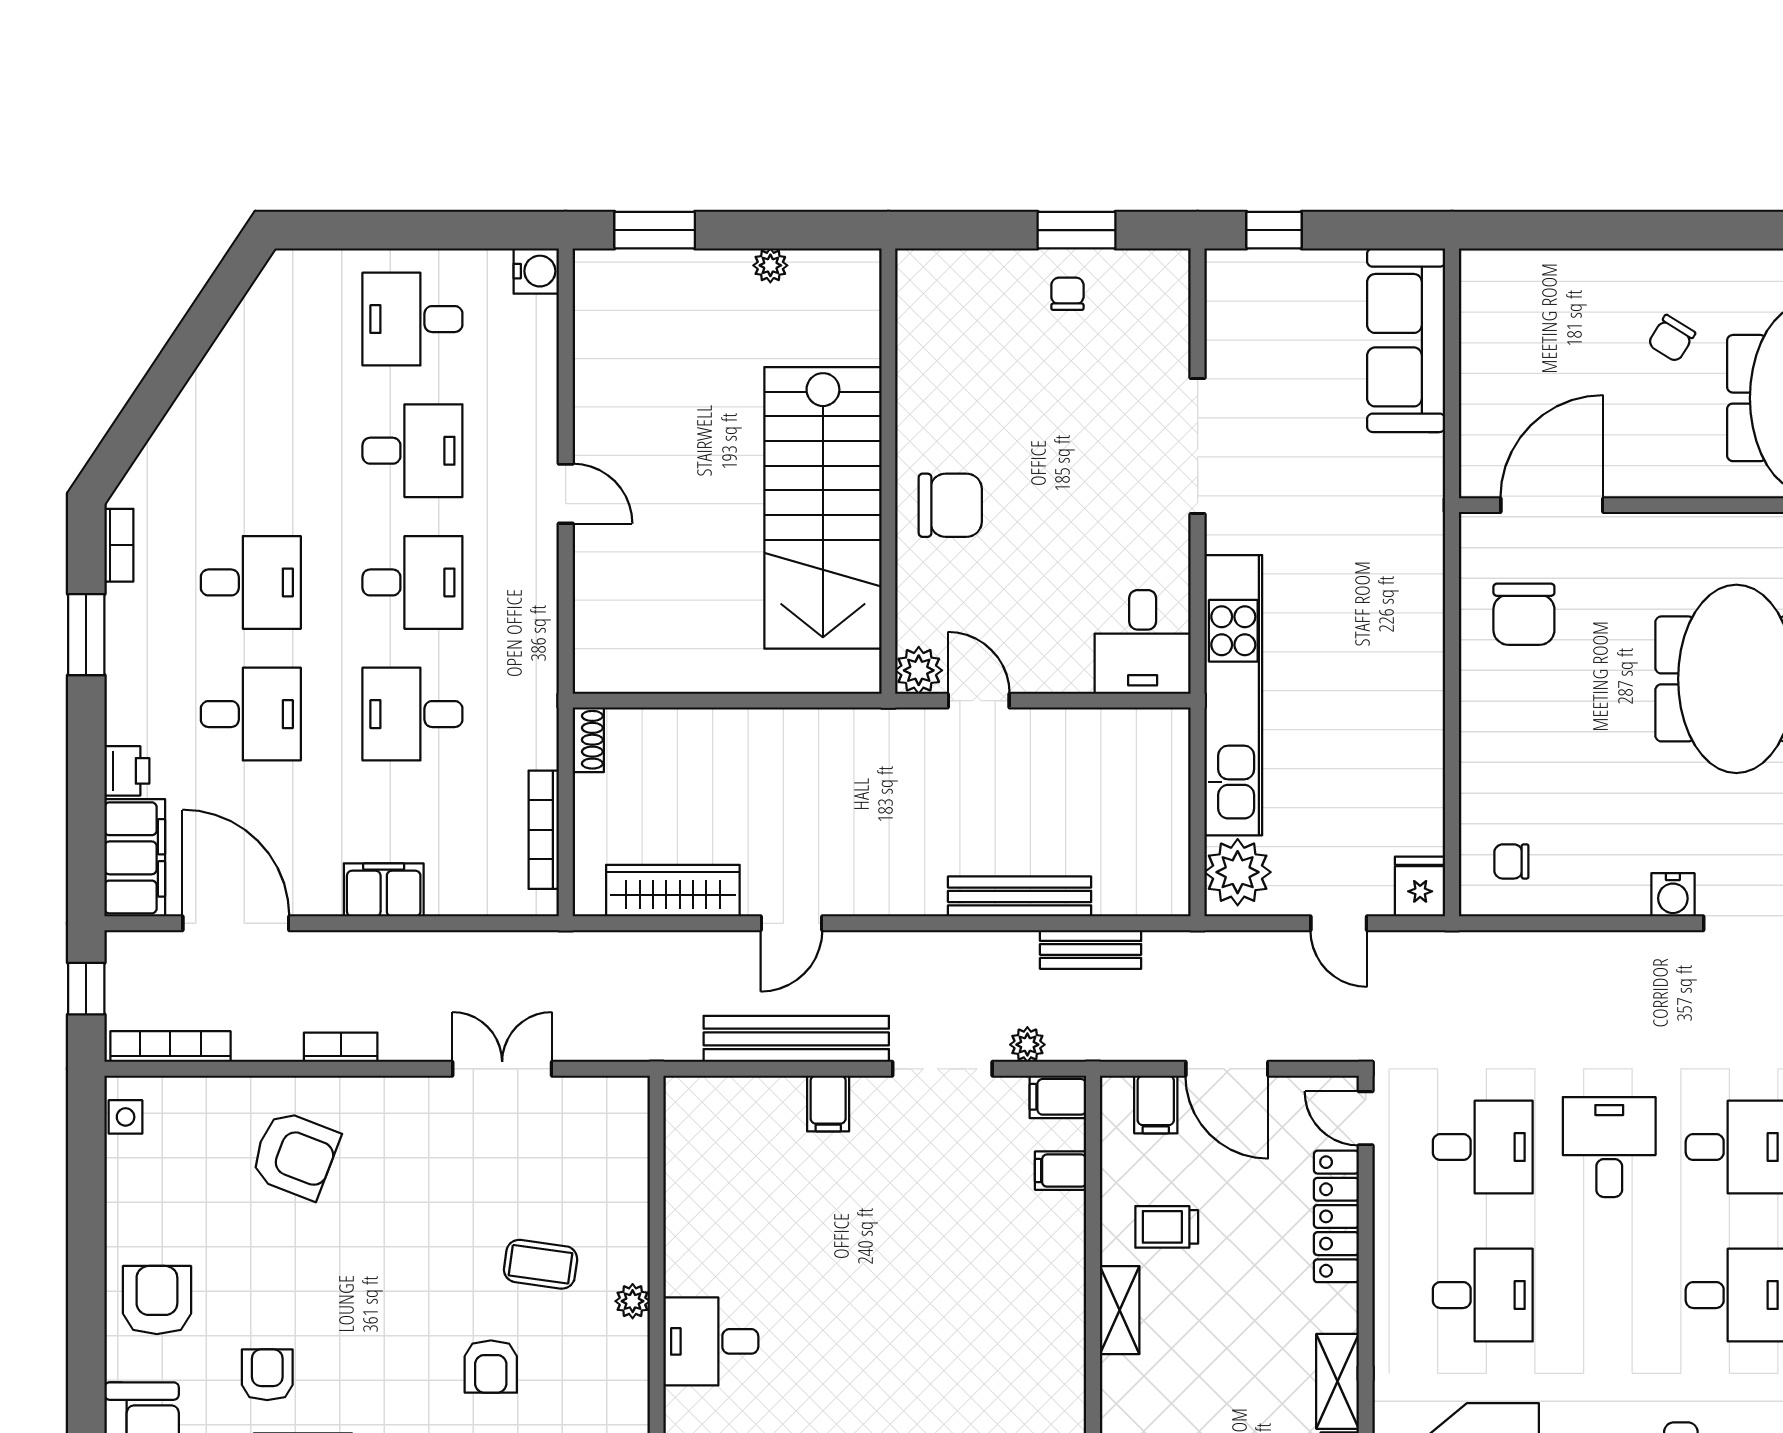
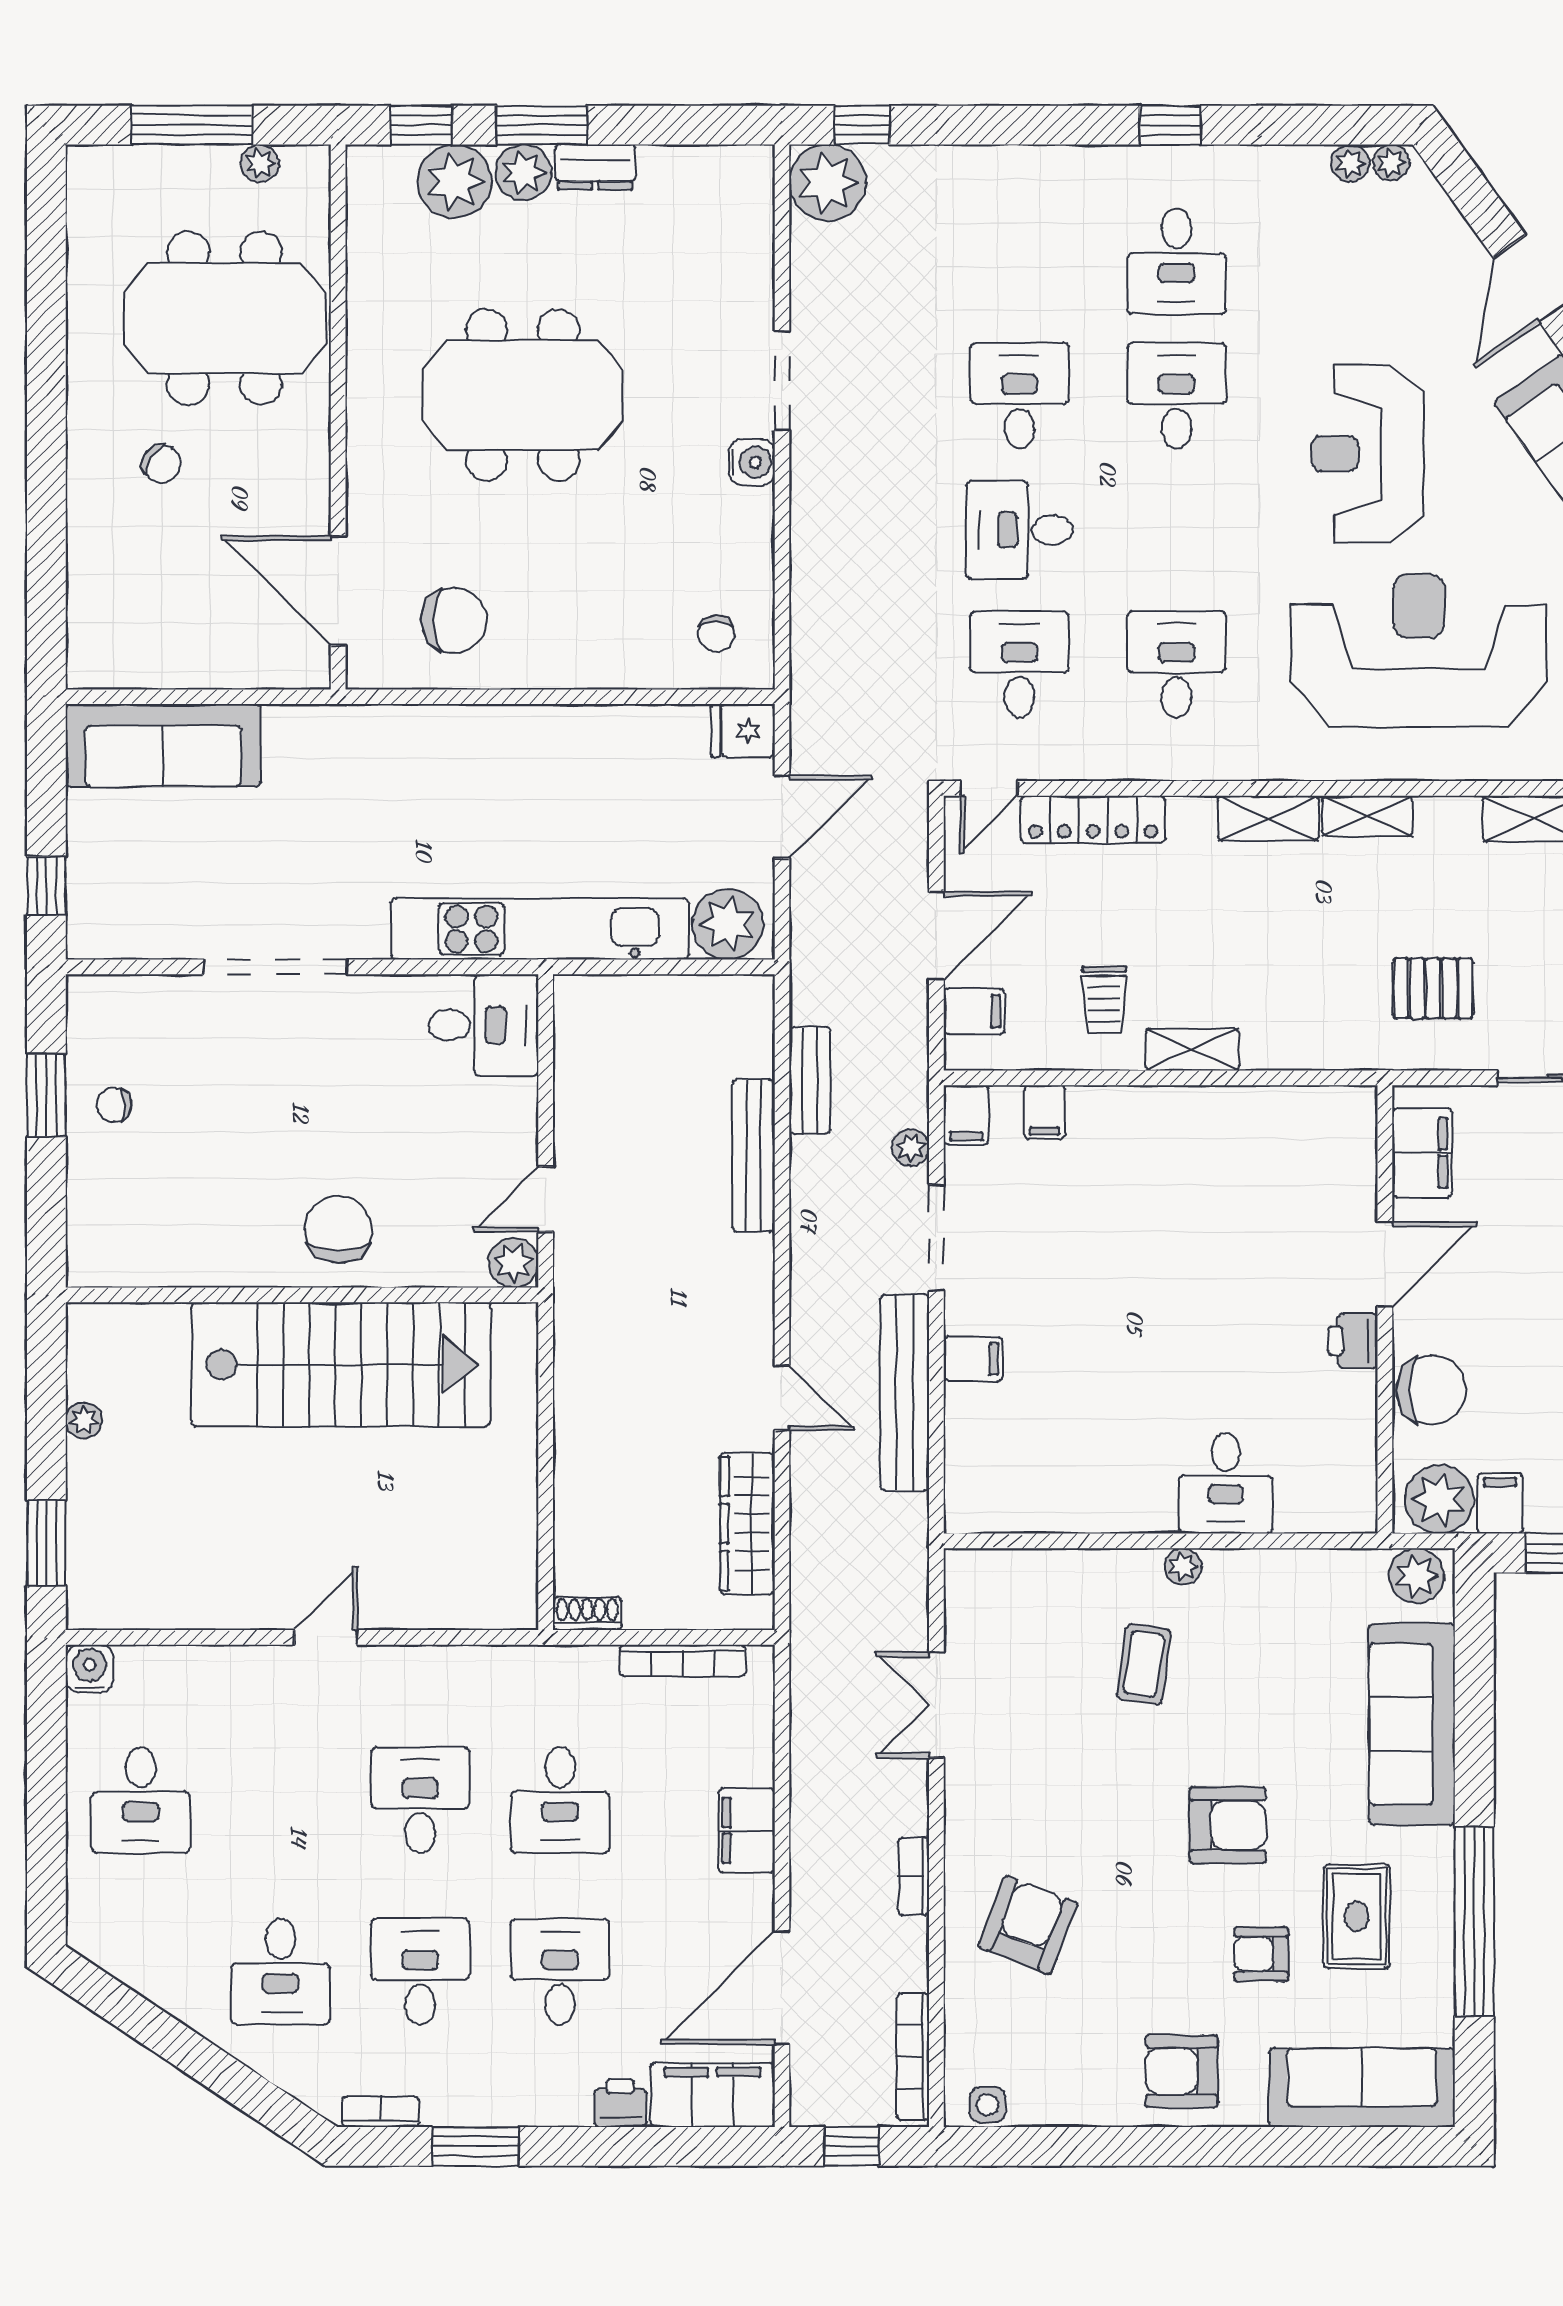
desk: (412, 451) -> (280, 1972), moved, turned 180
door: (1339, 923) -> (782, 817), width x1.38
armchair: (491, 1367) -> (1228, 1825), moved, width x1.38, depth x1.38

